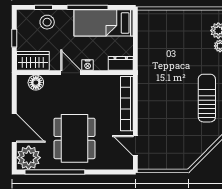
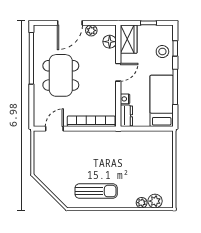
nightstand: (88, 65) -> (125, 99), moved
dining table: (74, 138) -> (61, 75), turned 90
plant: (29, 158) -> (91, 30), moved, width x0.53, depth x0.53

